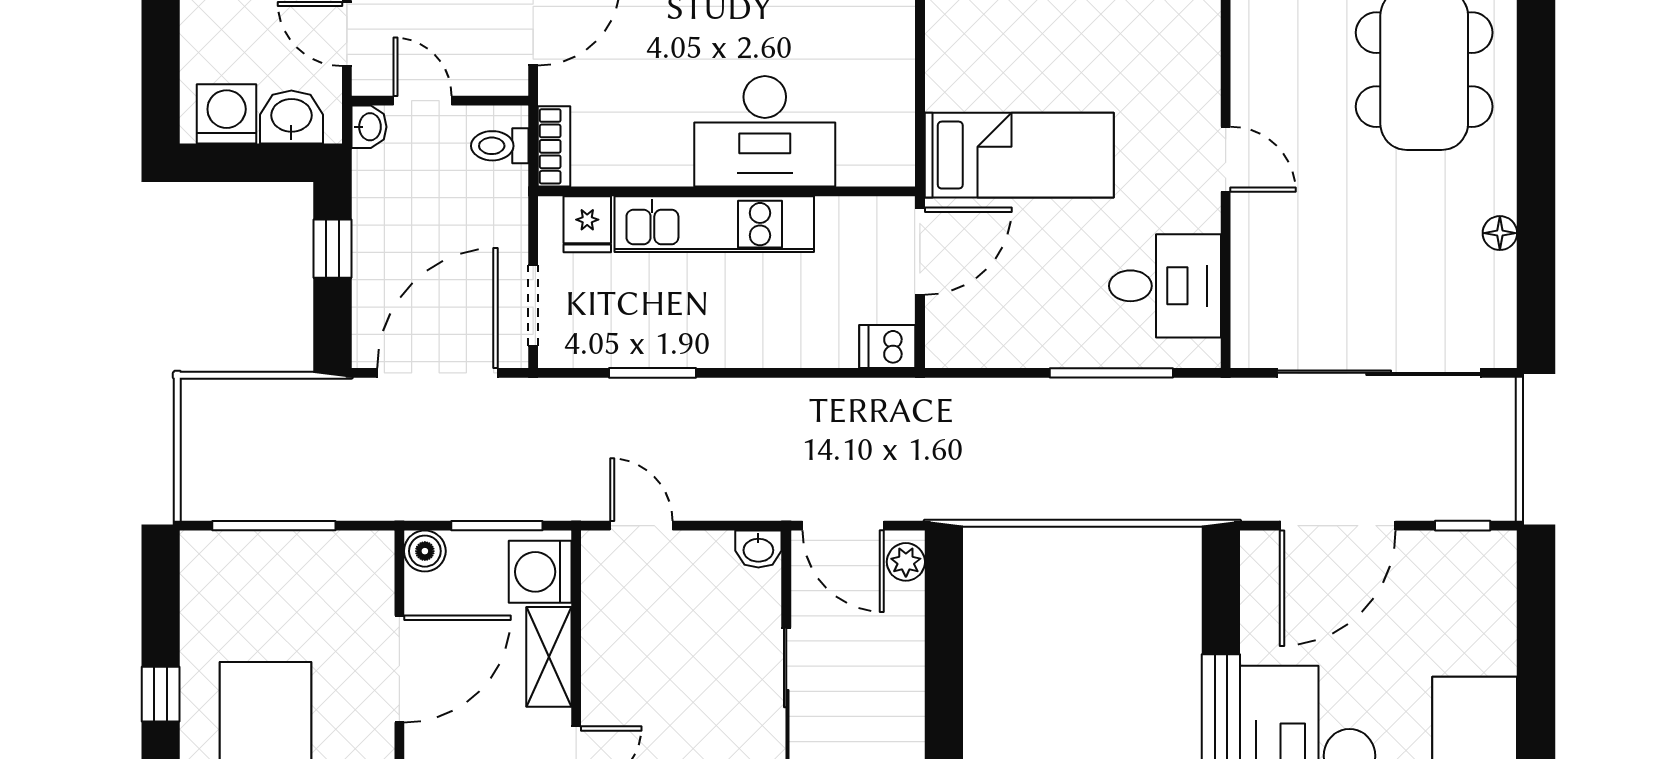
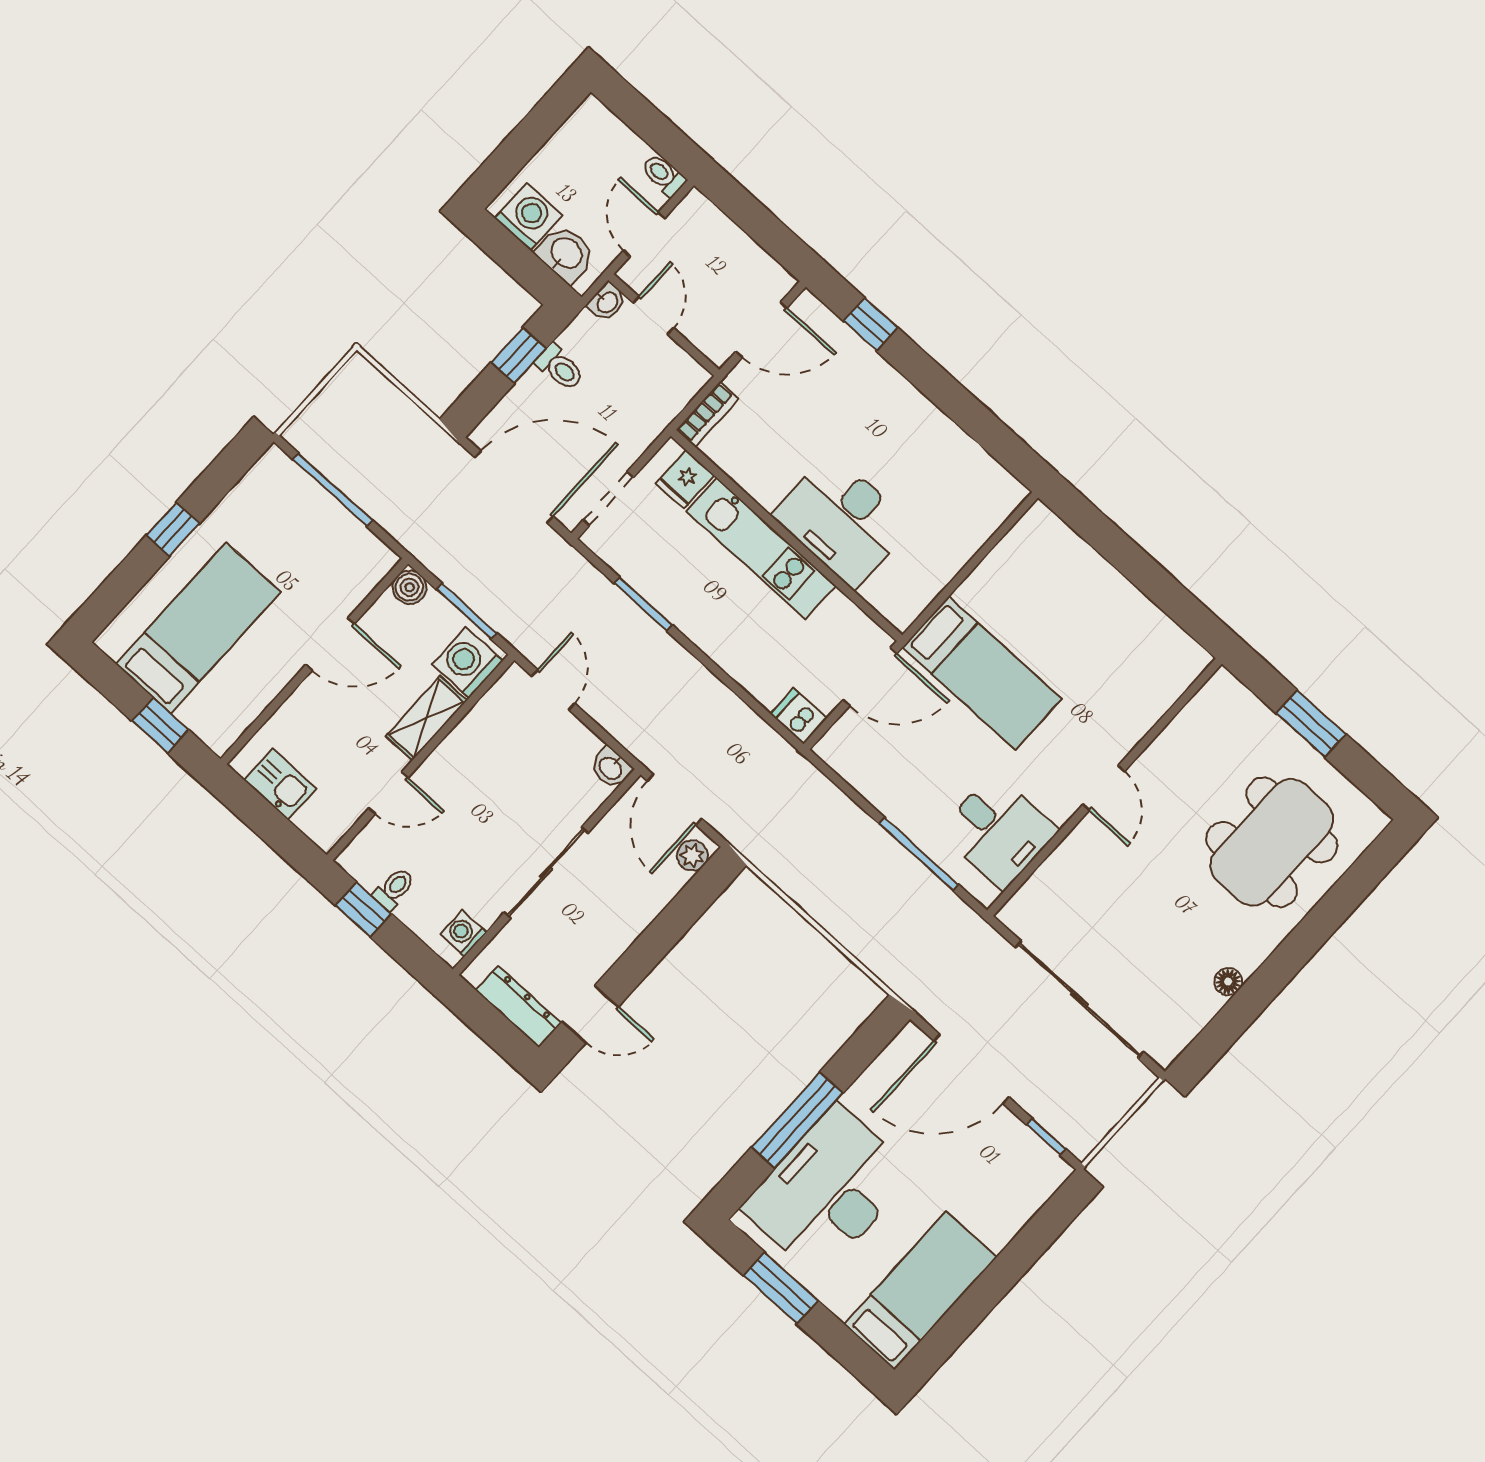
toilet: (500, 146) -> (560, 368), moved, turned 180
door: (399, 669) -> (330, 644), width x0.73

